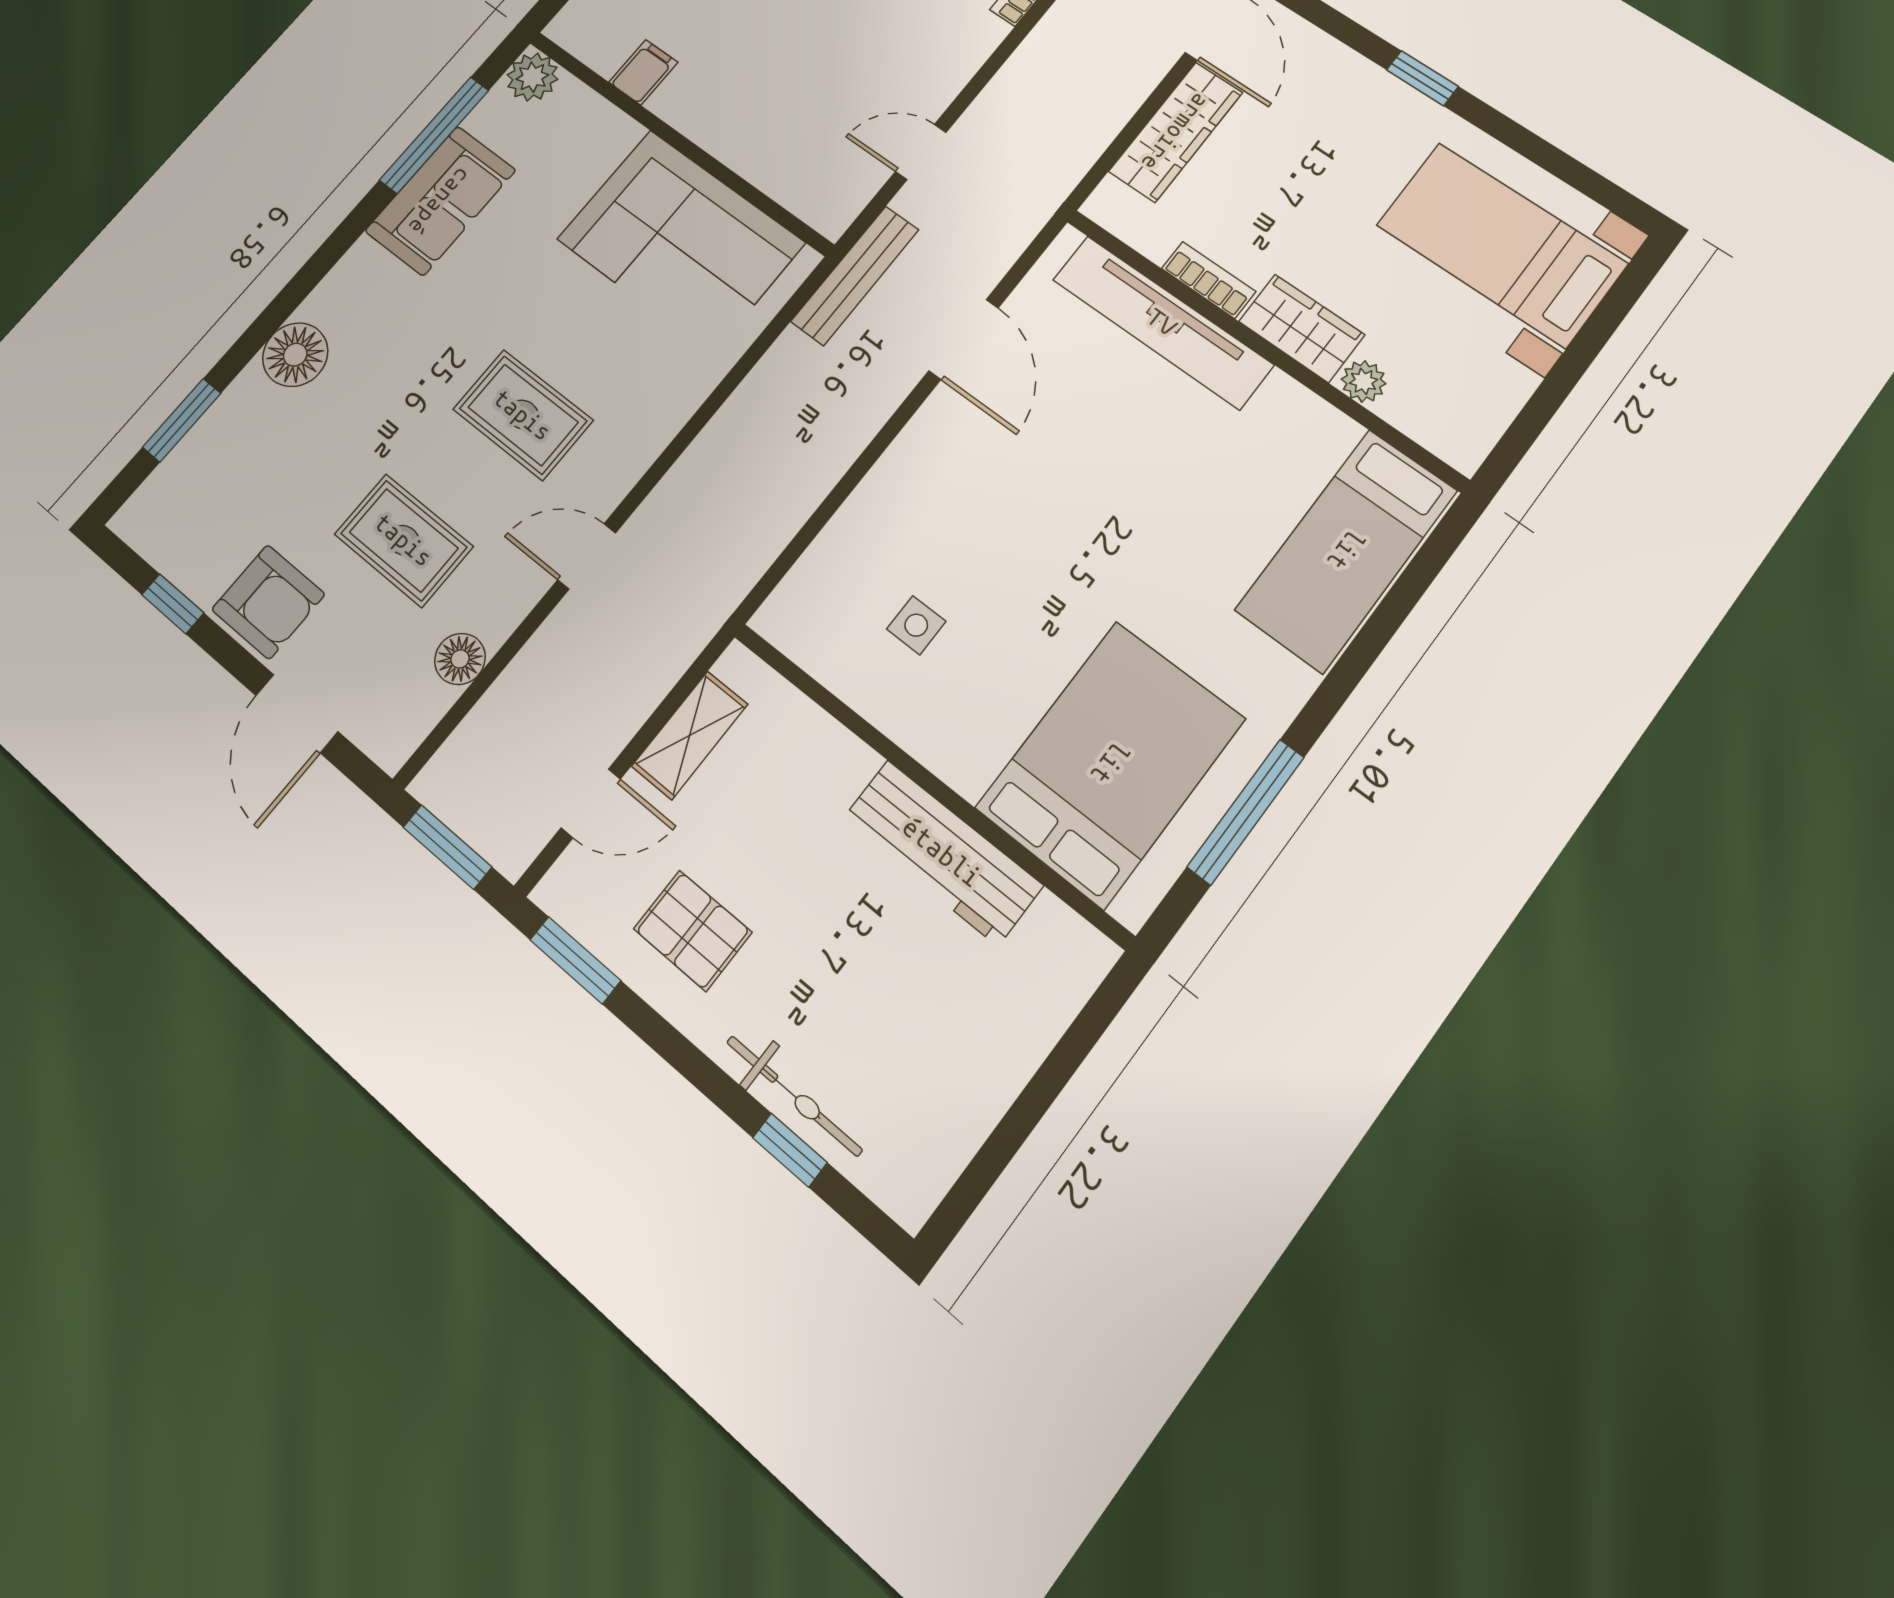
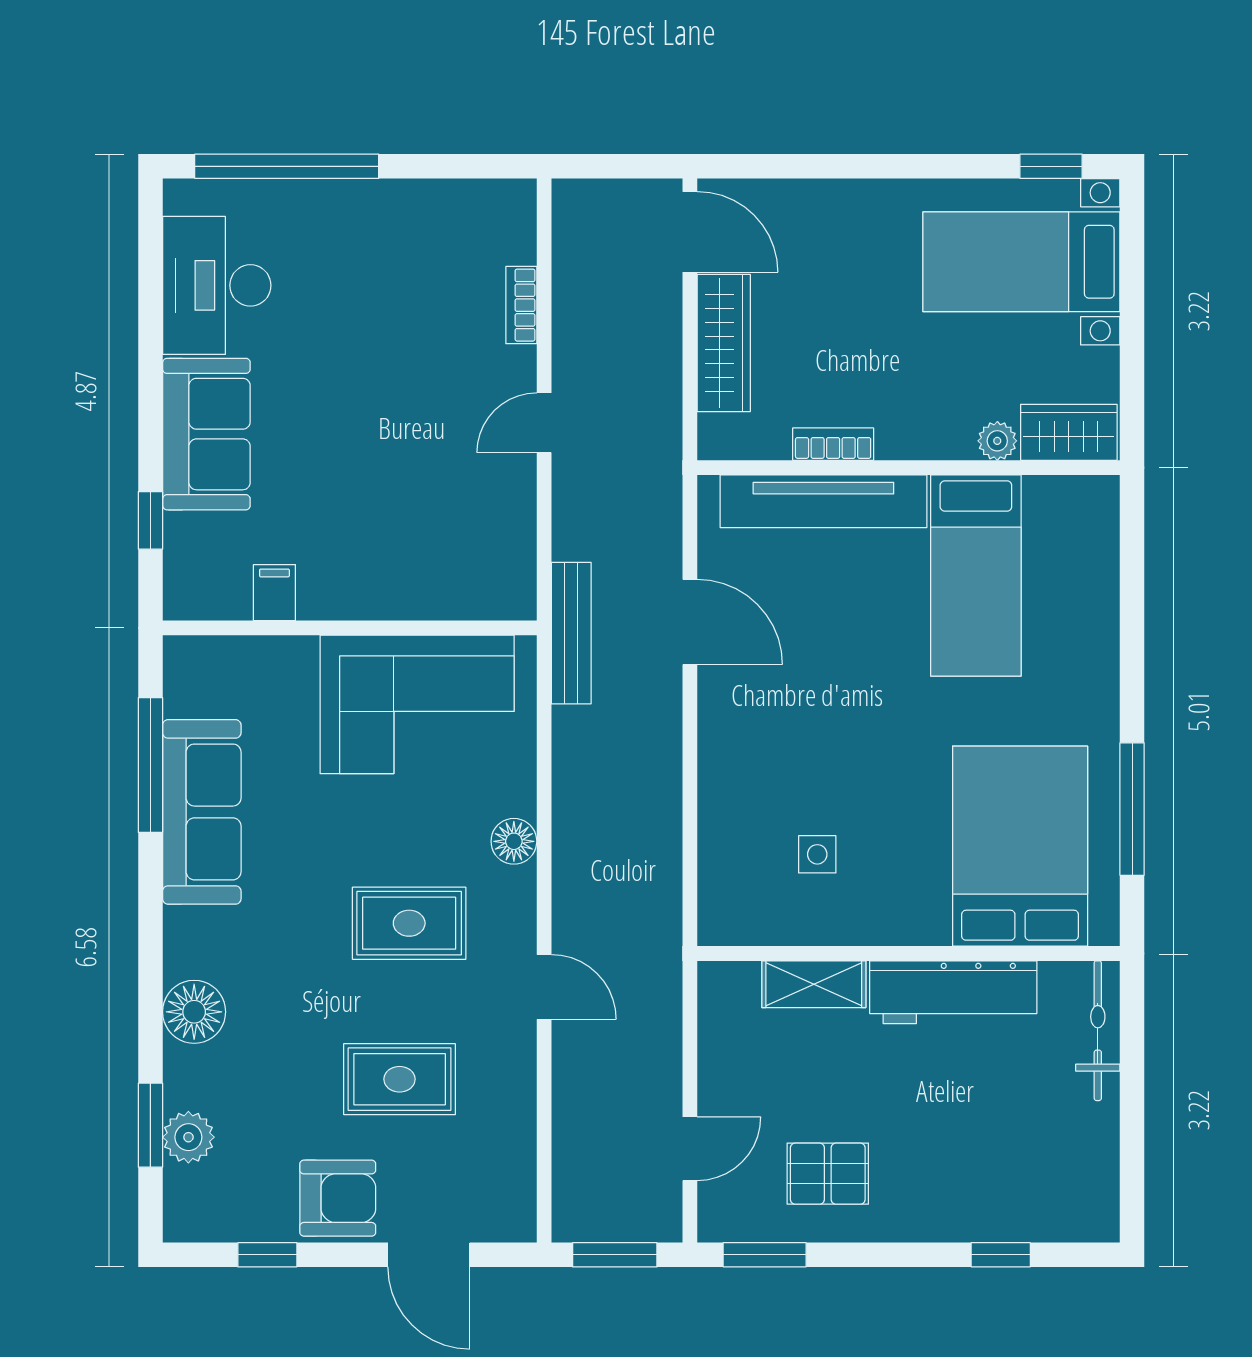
plant: (532, 77) -> (188, 1137), moved
window: (1422, 78) -> (1051, 166), moved
door: (921, 152) -> (544, 423), moved
sofa: (440, 201) -> (202, 812), width x1.36
wardrobe: (1302, 328) -> (1069, 432), moved
bed: (1346, 550) -> (976, 575), moved
door: (587, 556) -> (544, 987), swing flipped
floor lamp: (460, 659) -> (514, 841), moved
shelving: (690, 735) -> (814, 984), moved, turned 90
bicycle: (794, 1096) -> (1098, 1031), moved, turned -90

